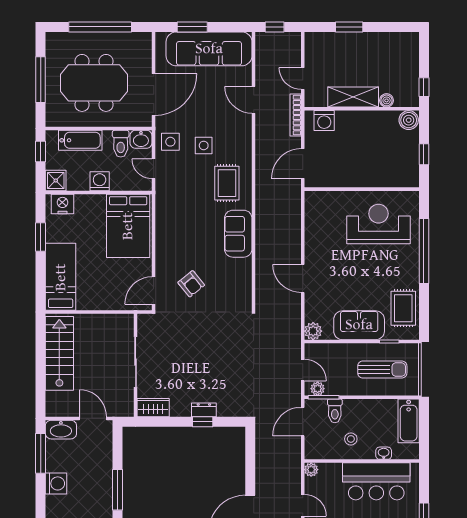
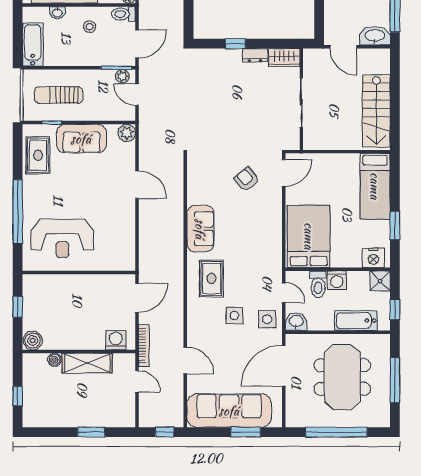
meeting table: (94, 83) -> (342, 377), turned 90
window: (424, 87) -> (18, 396), moved
toilet: (121, 144) -> (318, 284), moved, turned 180
dresser: (204, 410) -> (255, 55), moved
toilet: (335, 411) -> (123, 14), moved, turned -90

